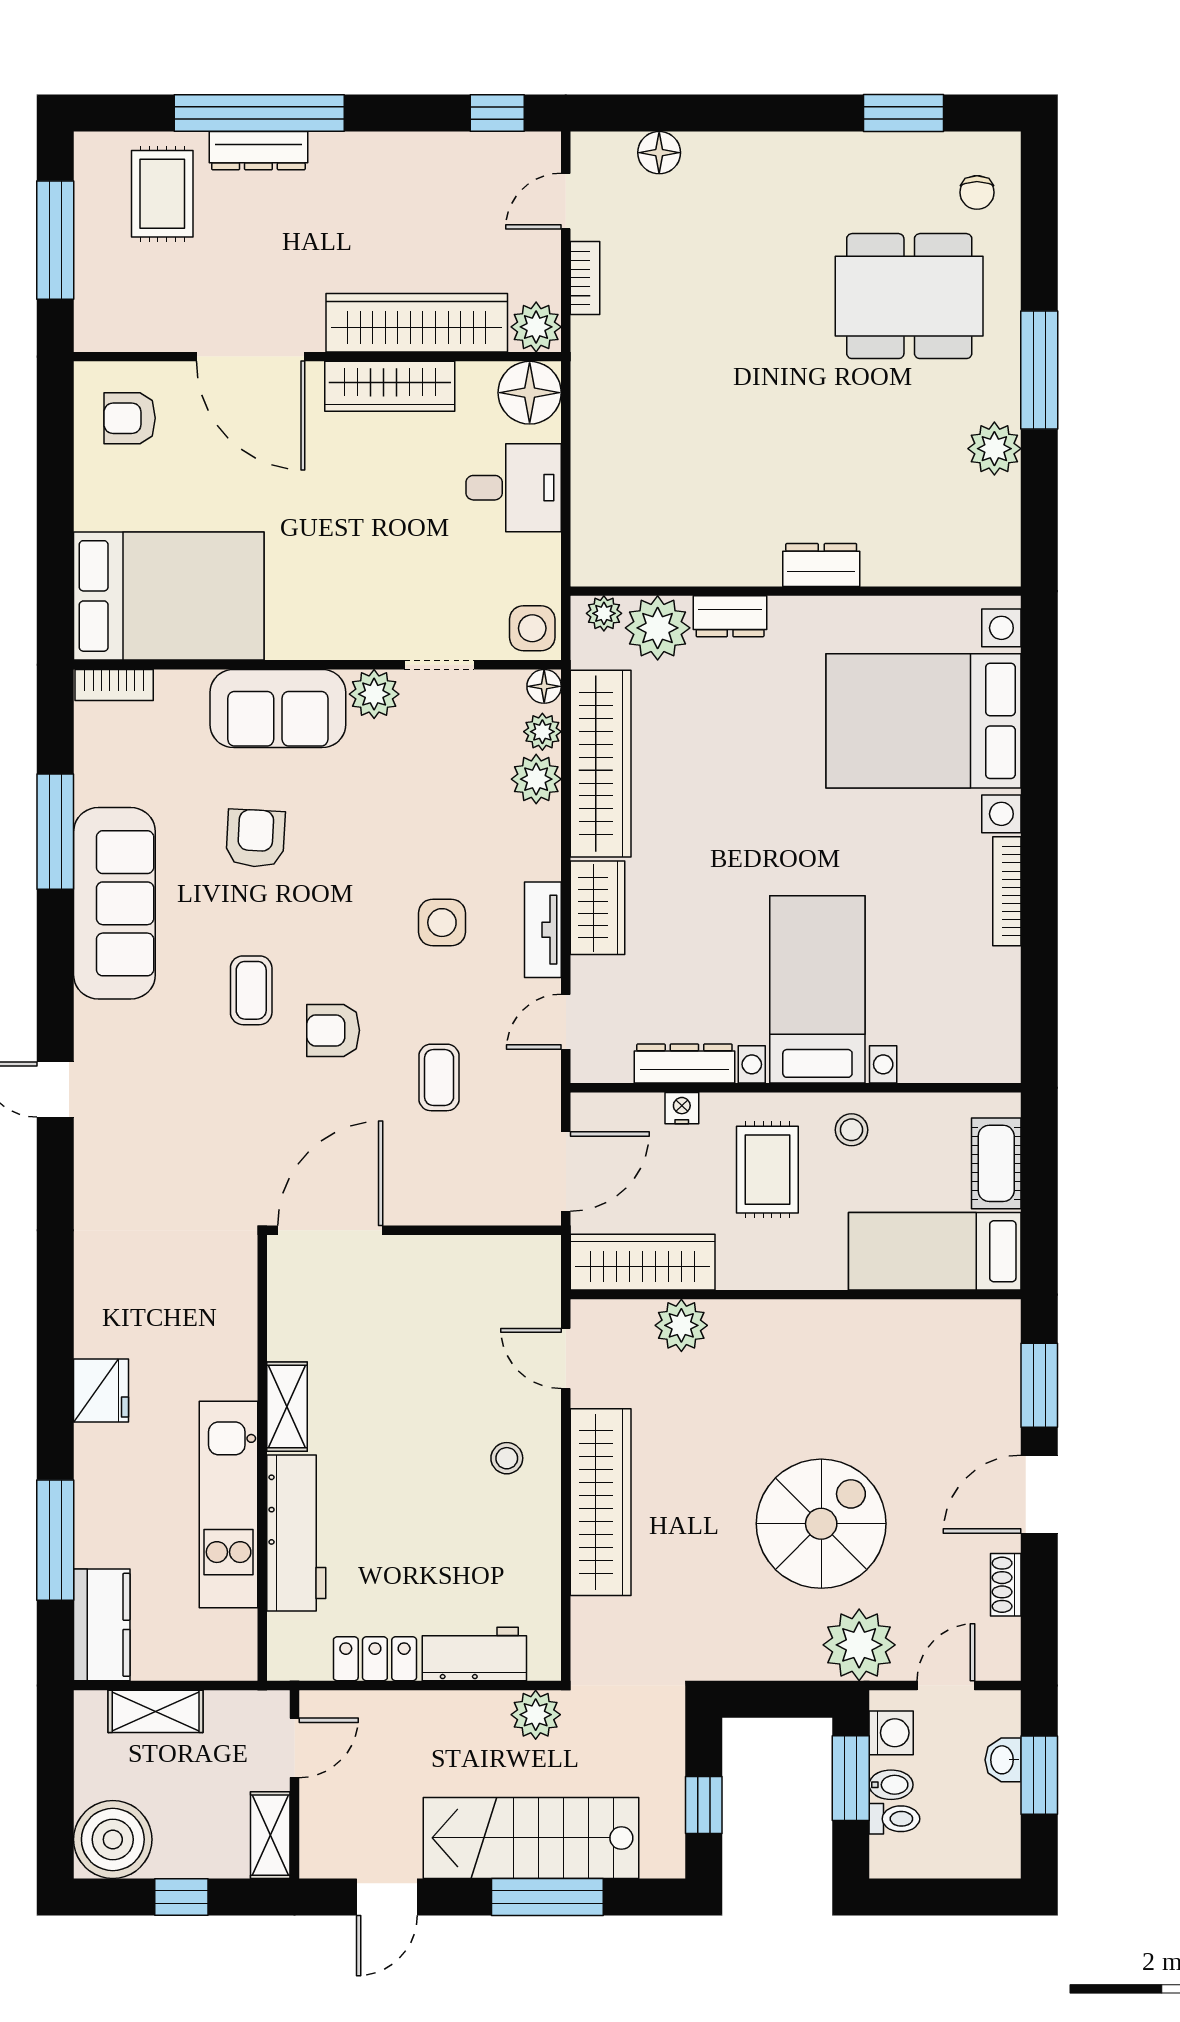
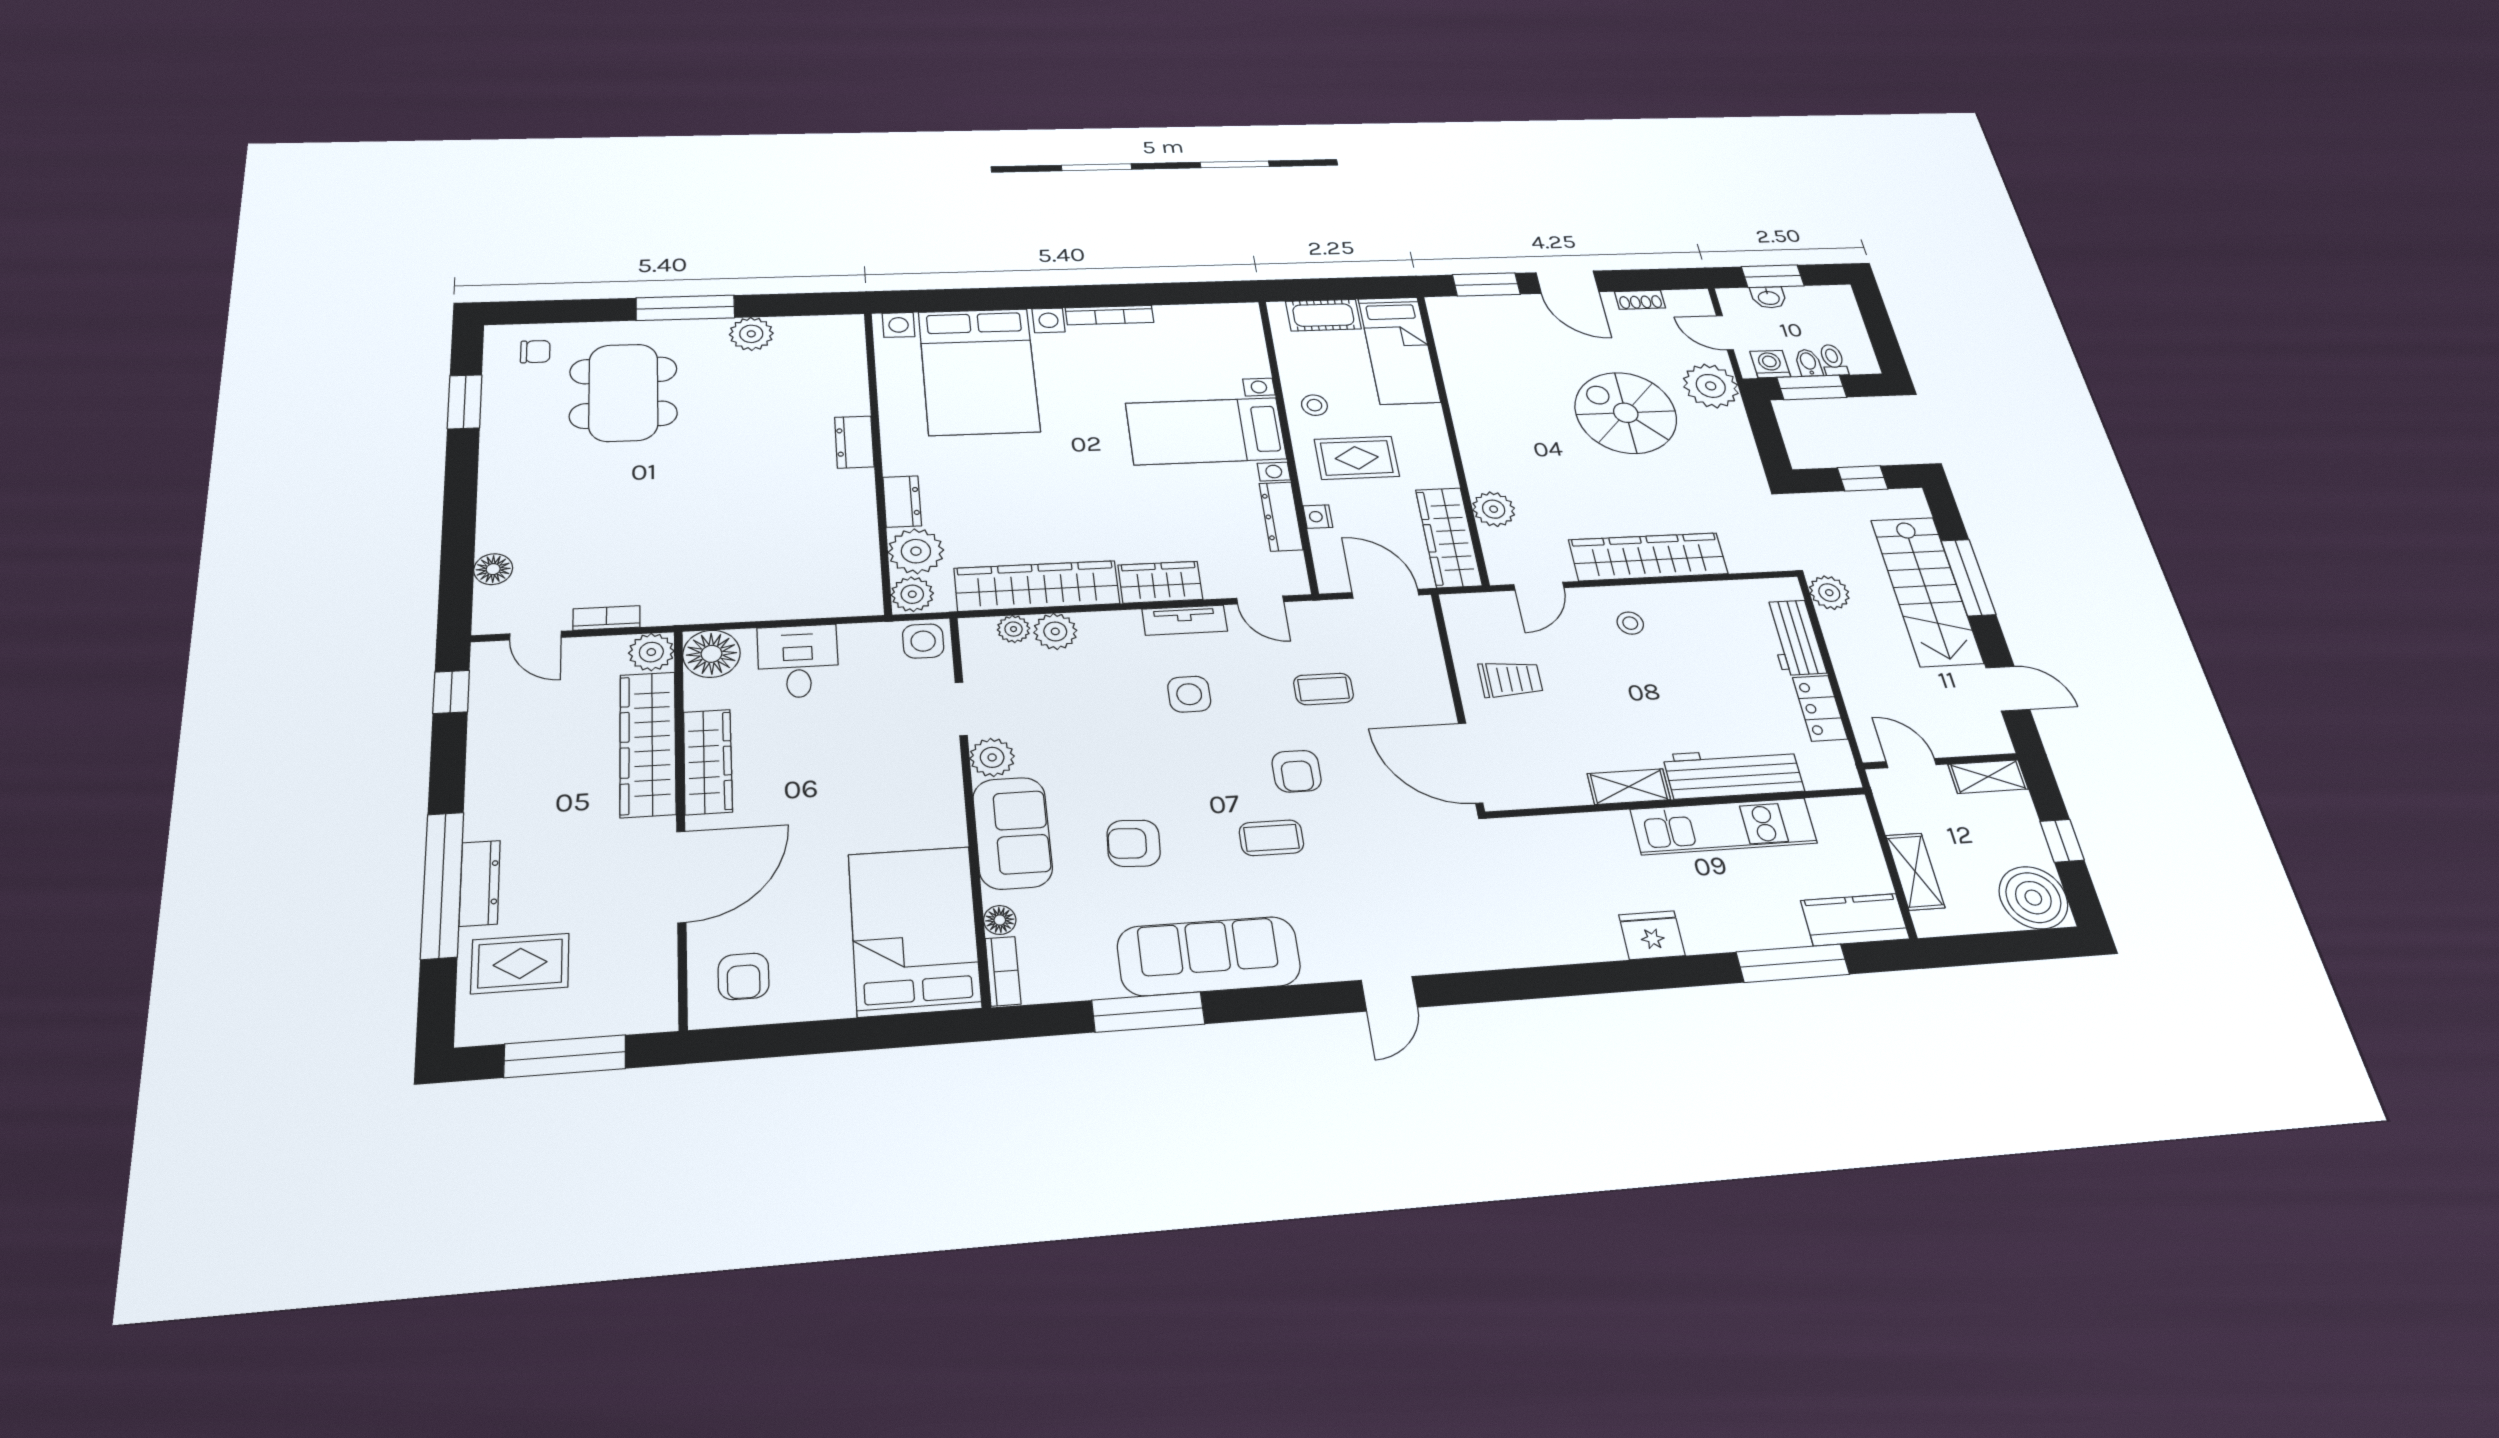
plant: (604, 613) -> (912, 594), width x1.38, depth x1.38
floor lamp: (544, 686) -> (1000, 920), moved
trolley: (438, 1298) -> (1510, 679), added

